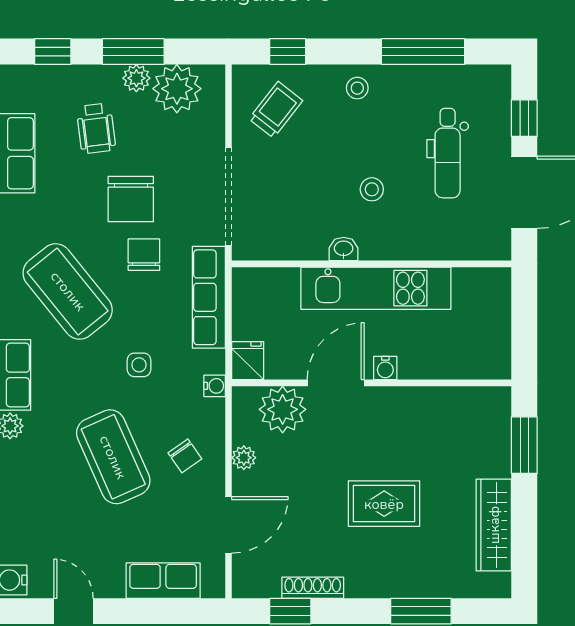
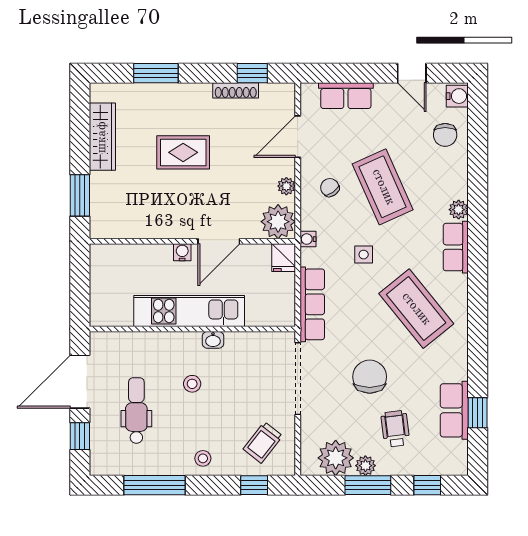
chair: (144, 255) -> (445, 135), moved
plant: (283, 409) -> (278, 222), moved

